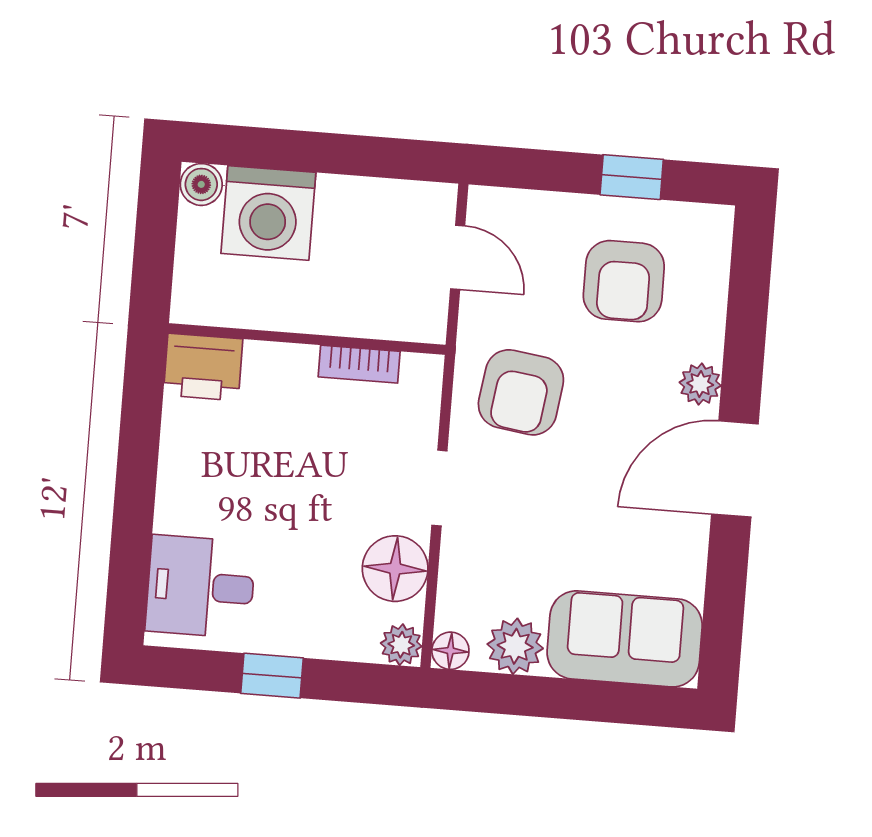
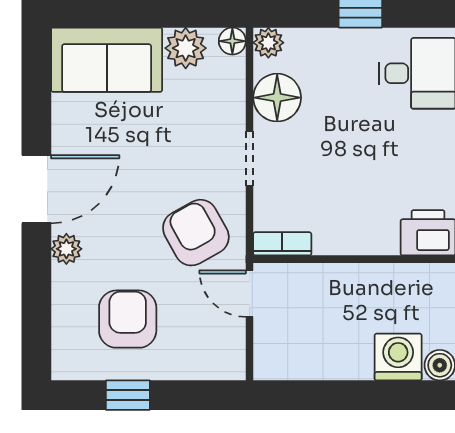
washing machine: (268, 213) -> (398, 357), width x0.73, depth x0.73
door: (458, 257) -> (250, 294), moved
bookcase: (359, 364) -> (282, 244), moved
armchair: (521, 392) -> (196, 233), turned -37

